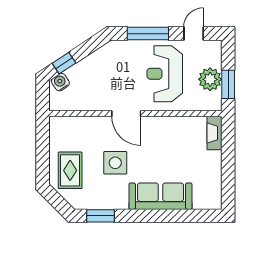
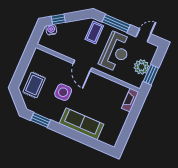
coffee table: (123, 60) -> (94, 32), added
reception desk: (165, 74) -> (116, 52), turned 180

